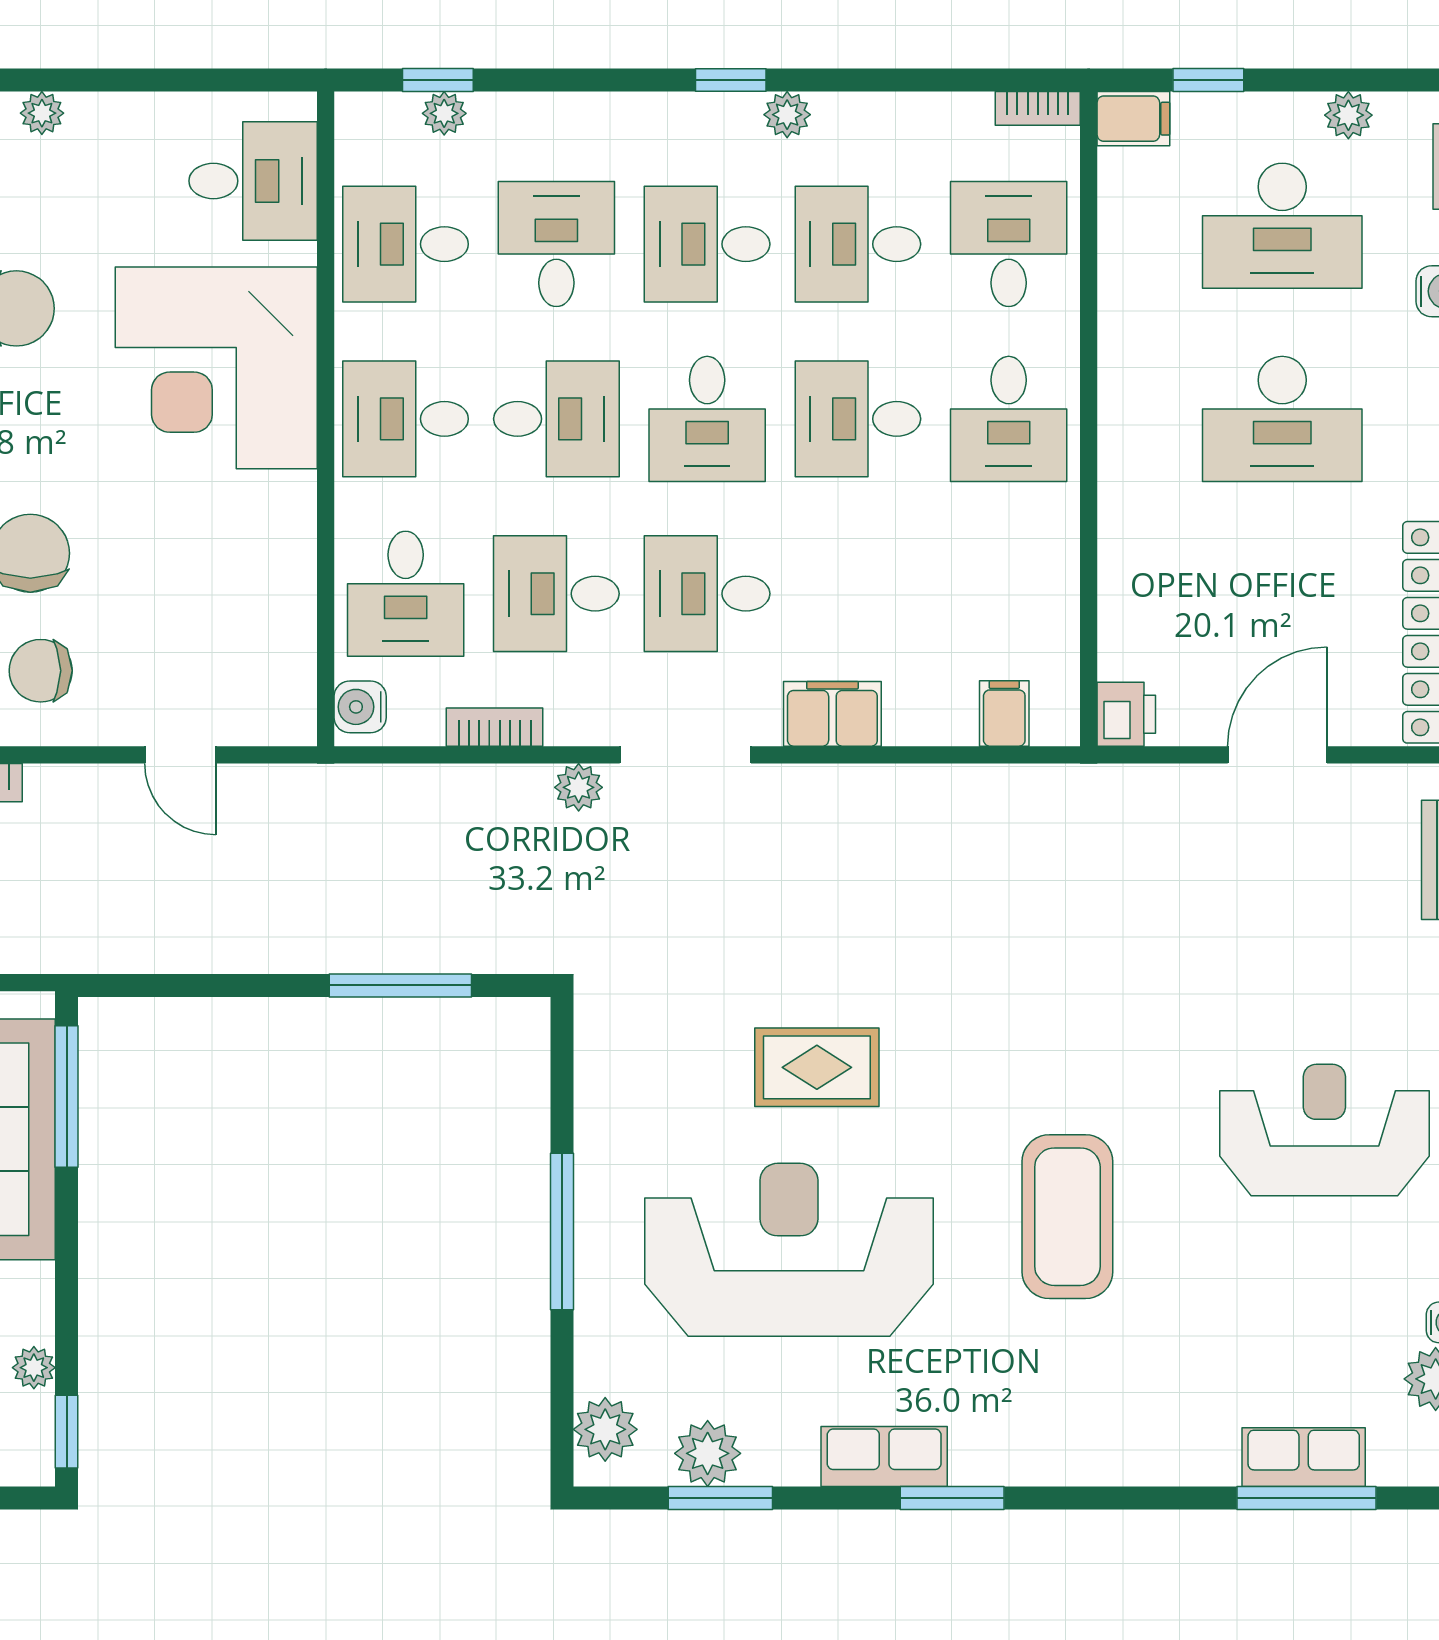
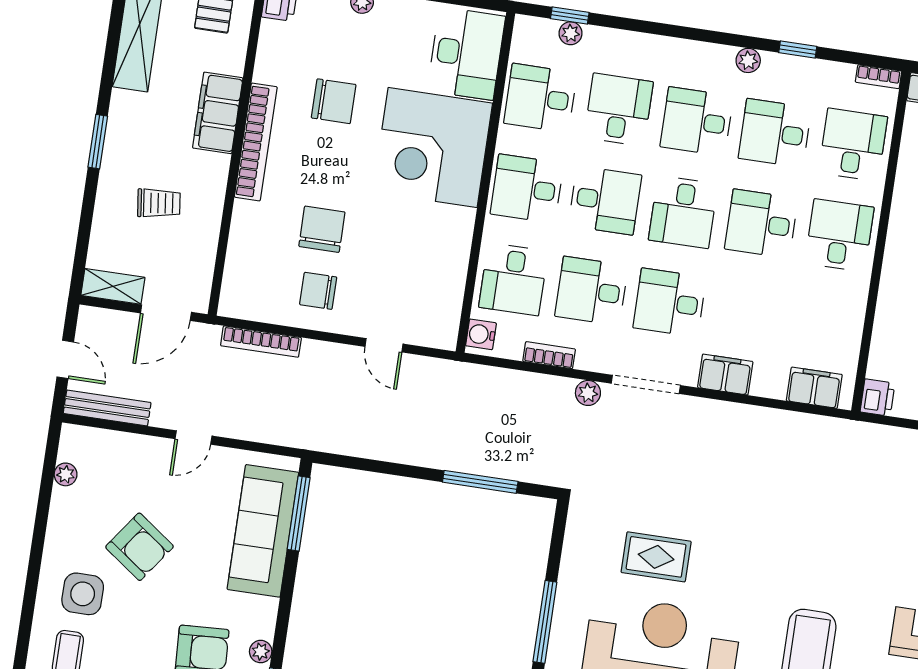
window: (731, 80) -> (798, 50), moved
desk: (253, 181) -> (466, 53), width x1.37
desk: (1009, 419) -> (839, 235), turned 180
filing cabinet: (1004, 713) -> (814, 388), width x2.00
rug: (817, 1067) -> (656, 557), moved

